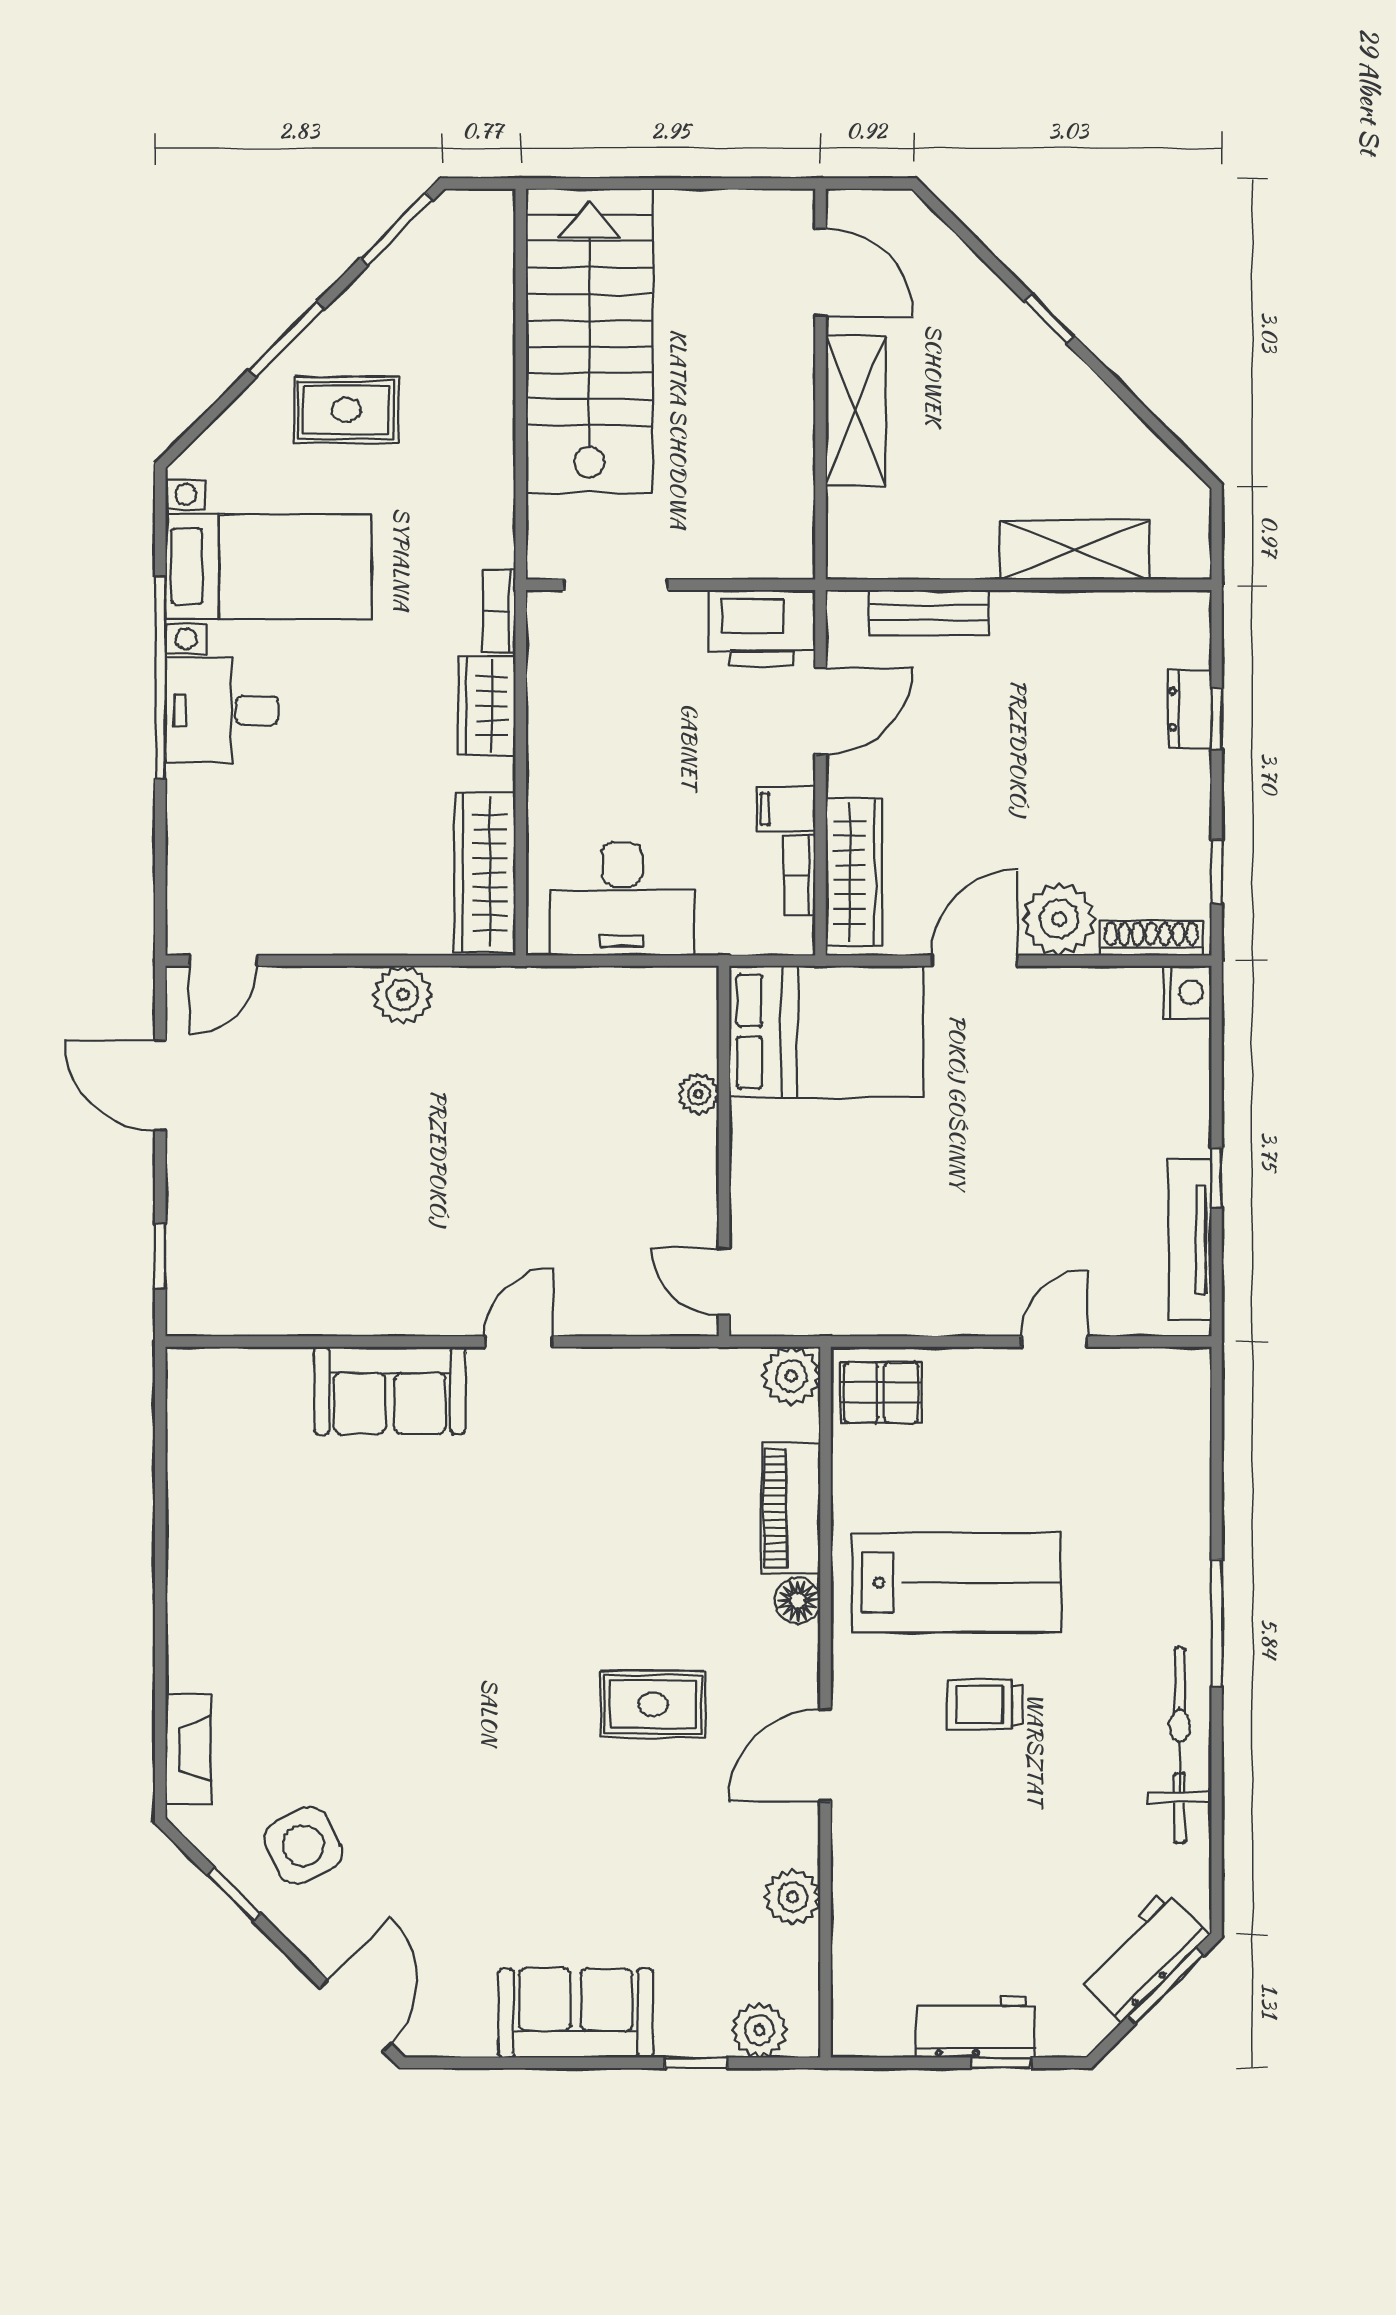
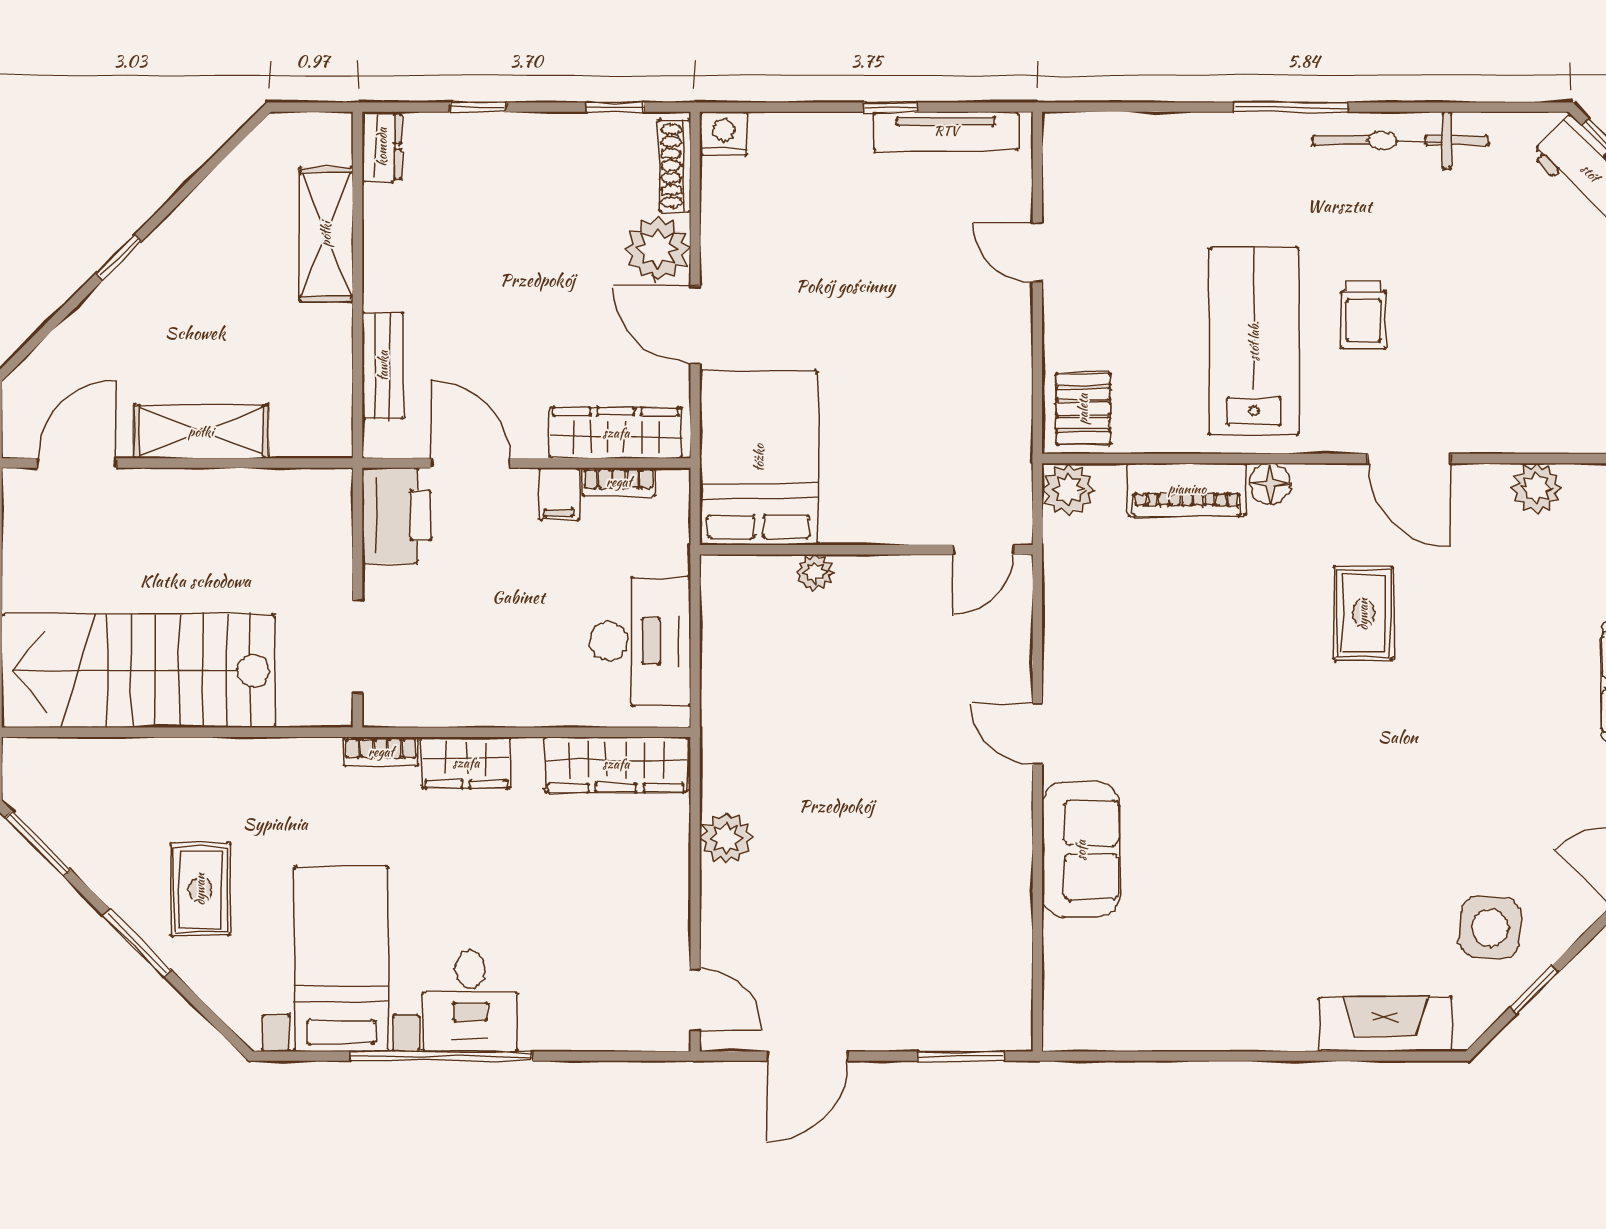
dresser: (1190, 709) -> (382, 147), moved, turned -90
window: (160, 1256) -> (961, 1056), width x1.50
fireplace: (188, 1749) -> (1386, 1024), width x1.37, depth x1.32
side table: (303, 1845) -> (1490, 928), turned 31

